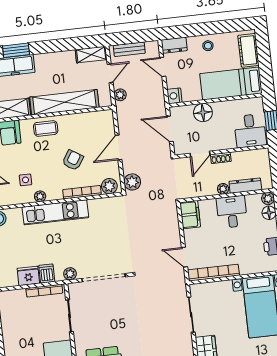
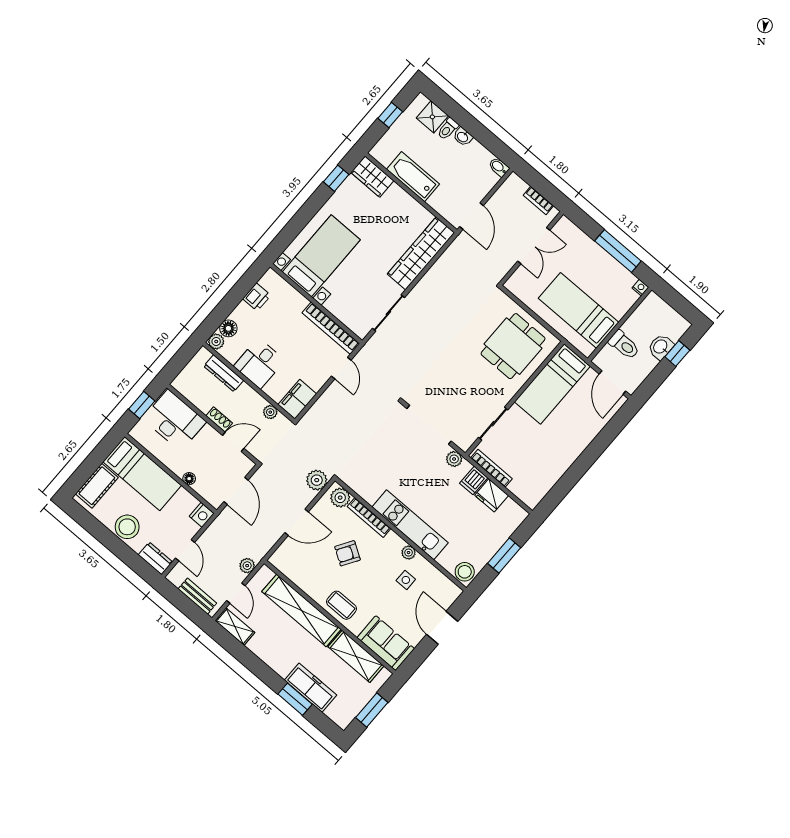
stool: (208, 46) -> (127, 527), width x1.89, depth x1.89
door: (110, 73) -> (236, 593), swing flipped
floor lamp: (203, 113) -> (189, 479), width x0.53, depth x0.53
desk: (250, 131) -> (174, 420), width x1.37
plant: (223, 189) -> (270, 412), moved

